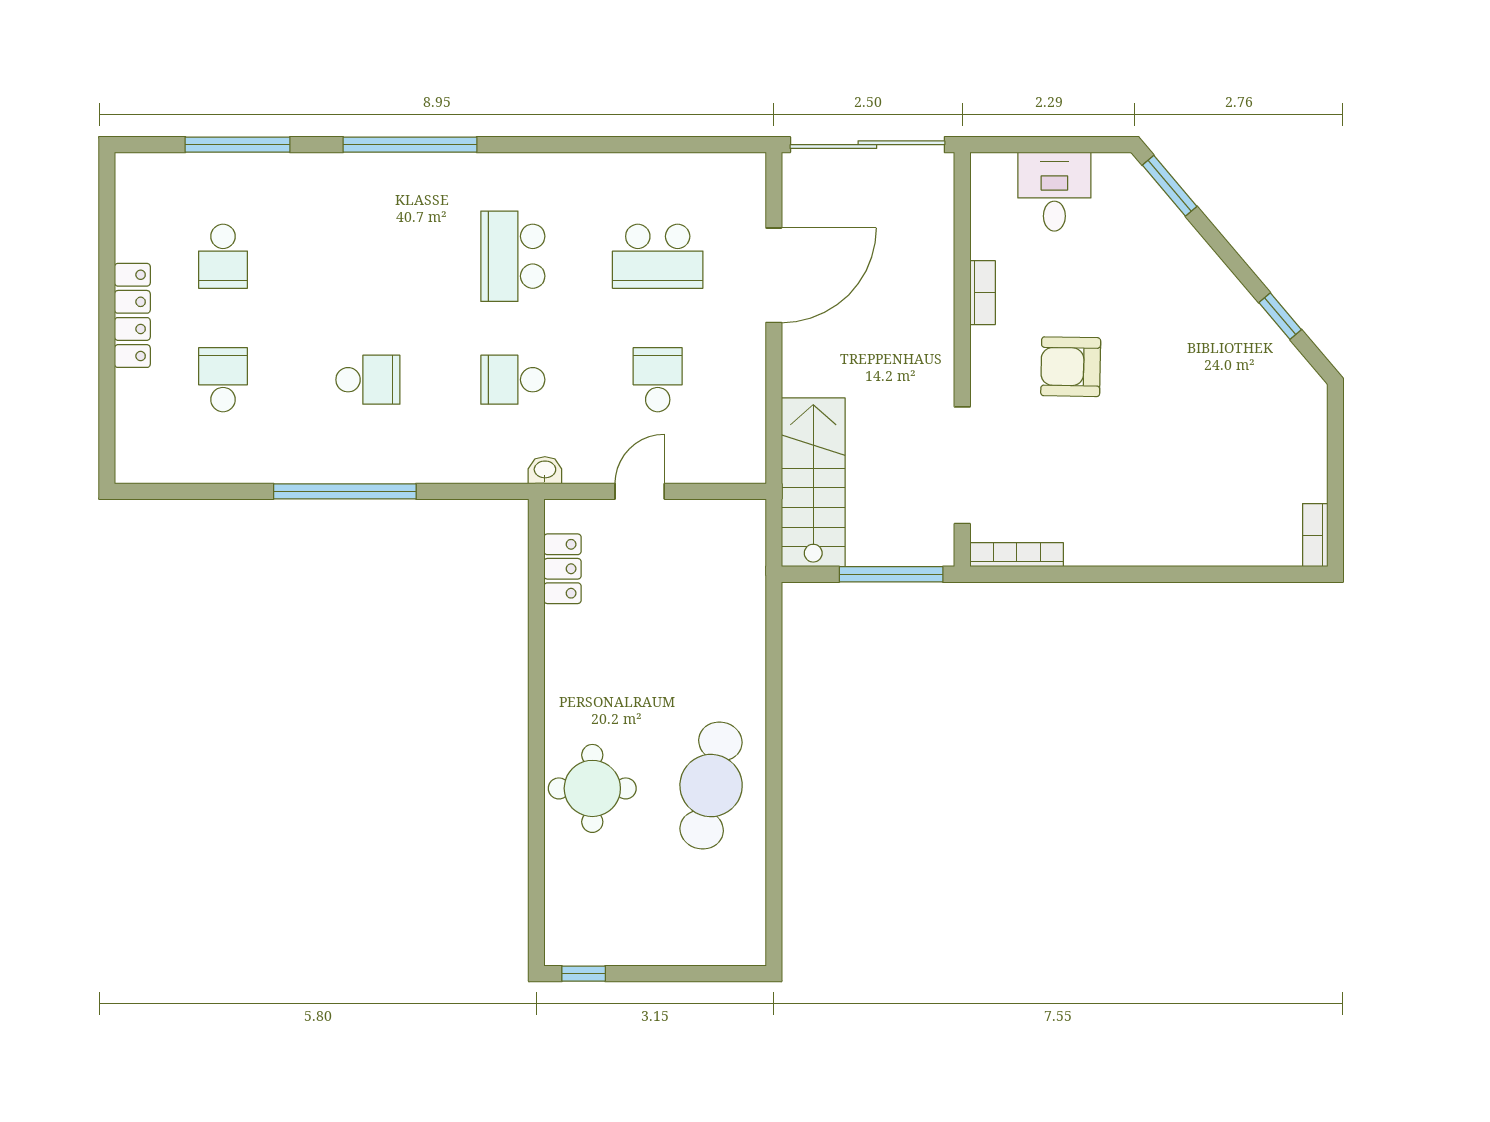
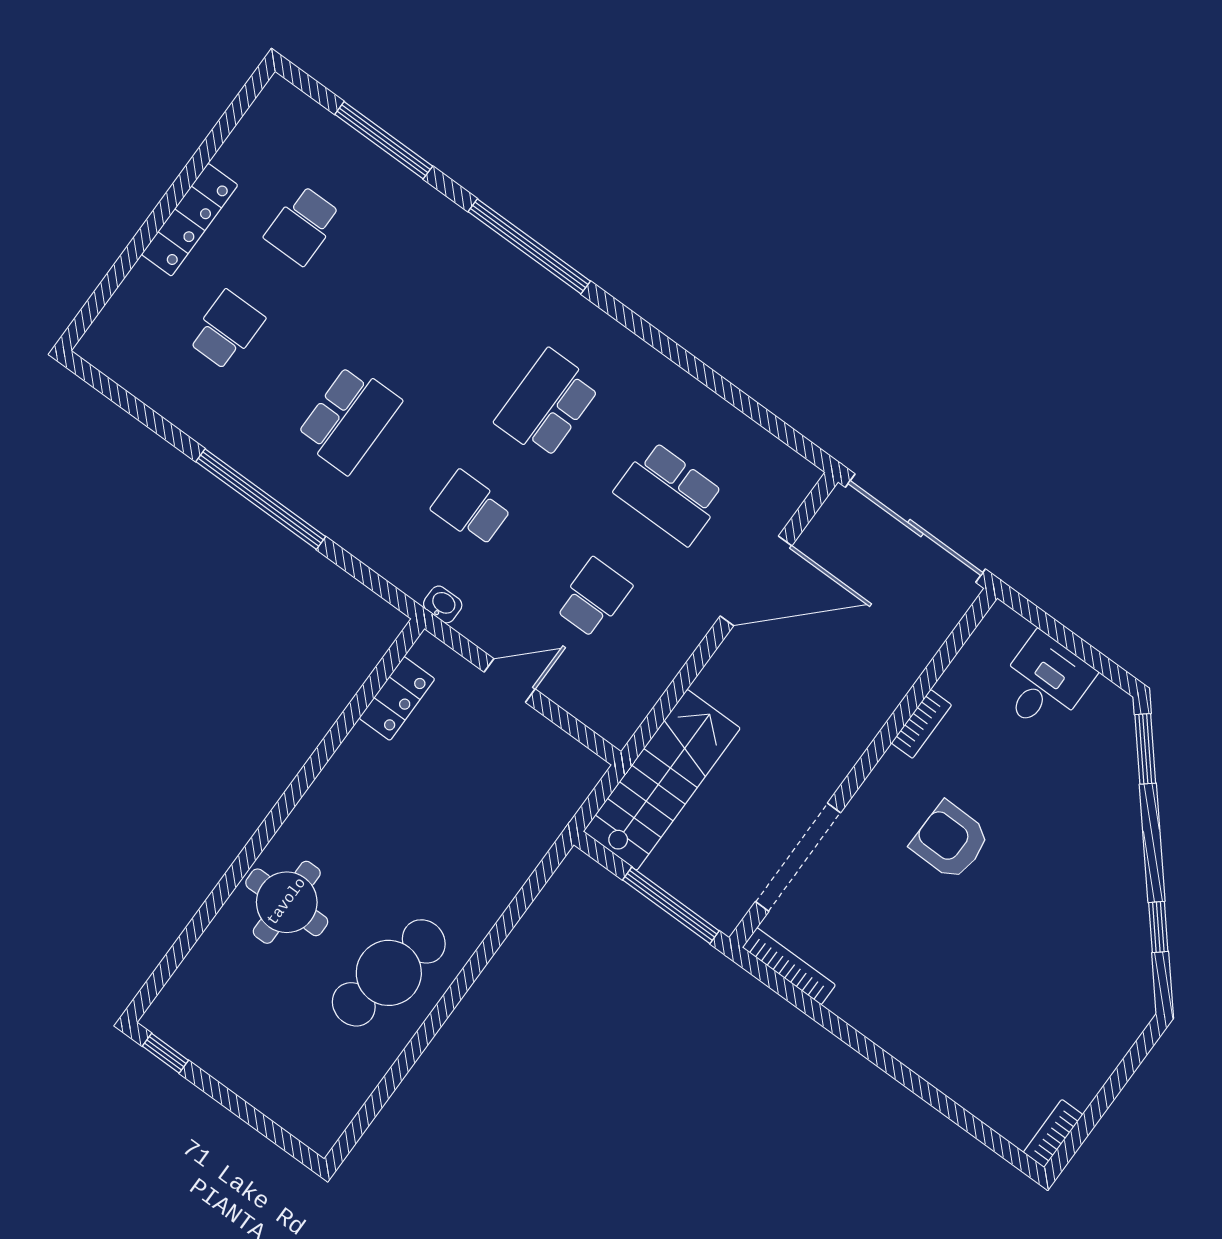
school desk: (368, 380) -> (349, 419), width x1.85

